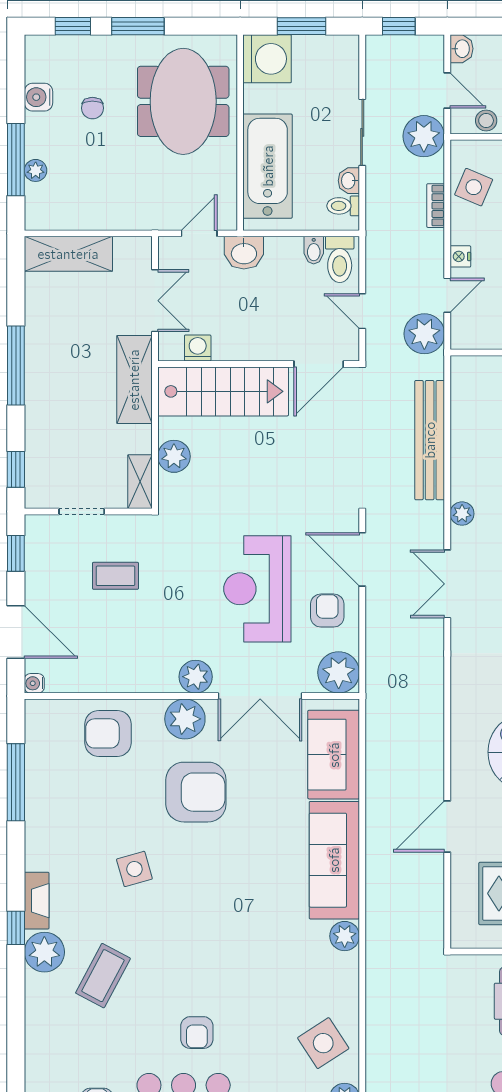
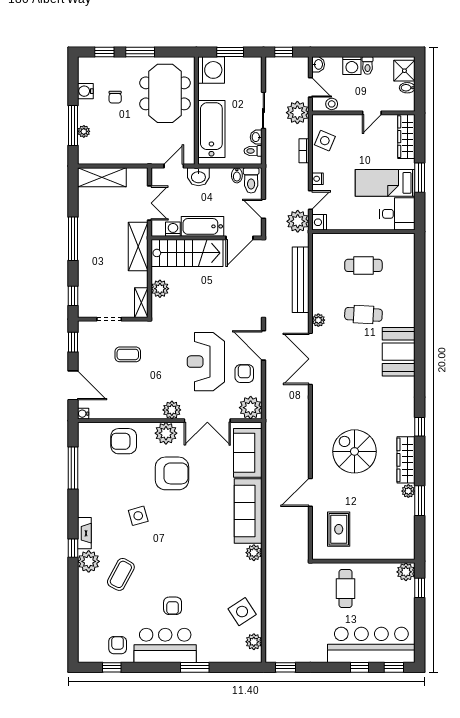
nightstand: (463, 336) -> (319, 222), added
bathtub: (251, 343) -> (203, 226), added
double door: (447, 584) -> (310, 359), width x1.37

